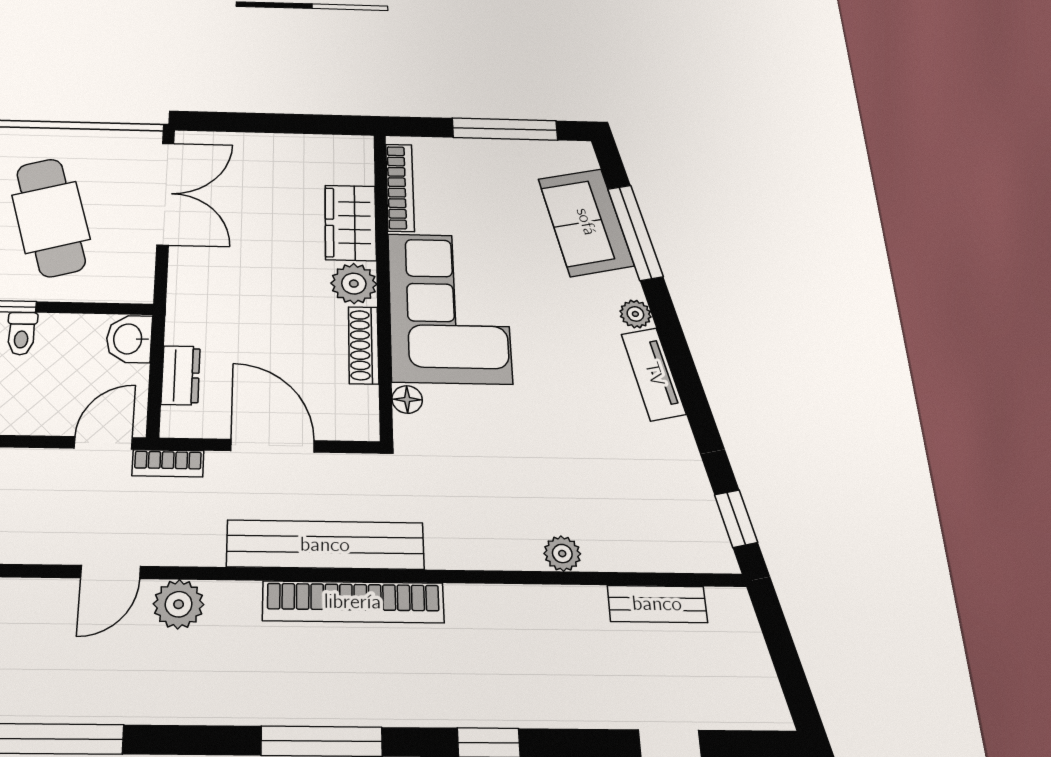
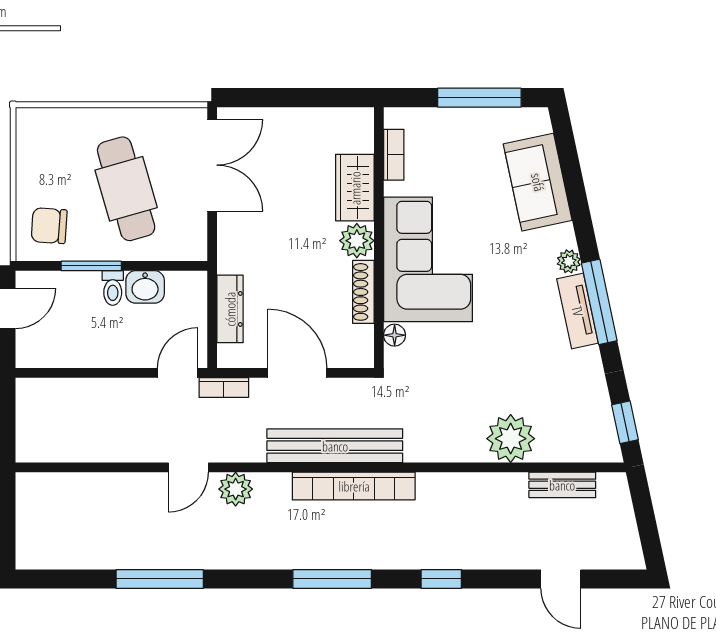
bookcase: (400, 187) -> (394, 155), width x0.64
window: (635, 232) -> (599, 302), moved
washbasin: (129, 339) -> (145, 287), moved, turned -90
dresser: (181, 375) -> (230, 309), width x1.44
plant: (562, 554) -> (511, 439), width x1.88, depth x1.88

